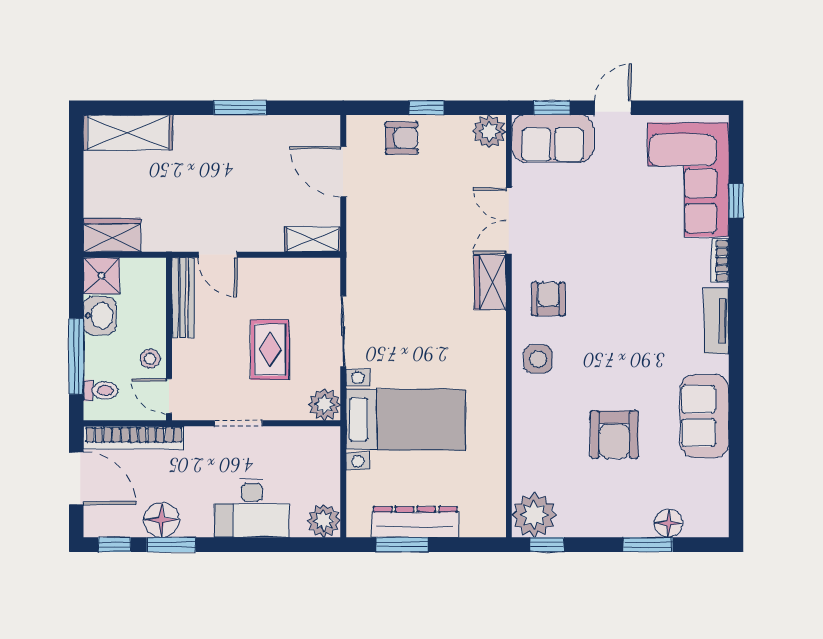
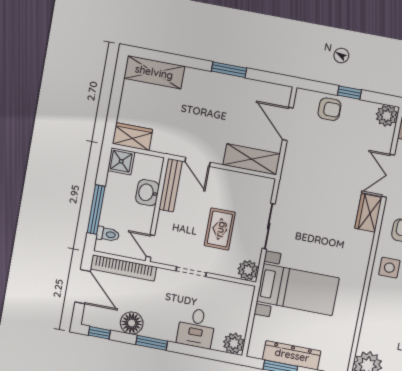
shelving: (313, 239) -> (252, 159), width x1.50, depth x1.33
washbasin: (100, 316) -> (147, 193), moved, turned 180
stool: (150, 359) -> (143, 220), removed
desk: (252, 508) -> (196, 328), width x0.73
window: (171, 545) -> (152, 343), moved

